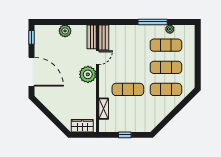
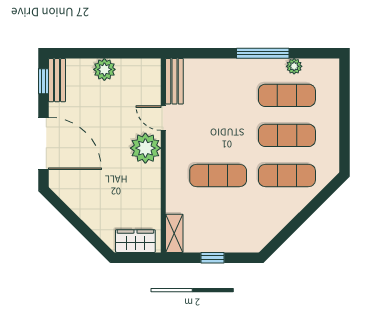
bench: (92, 37) -> (57, 80), moved
door: (98, 58) -> (163, 118), swing flipped
shelving: (104, 109) -> (174, 233), moved

